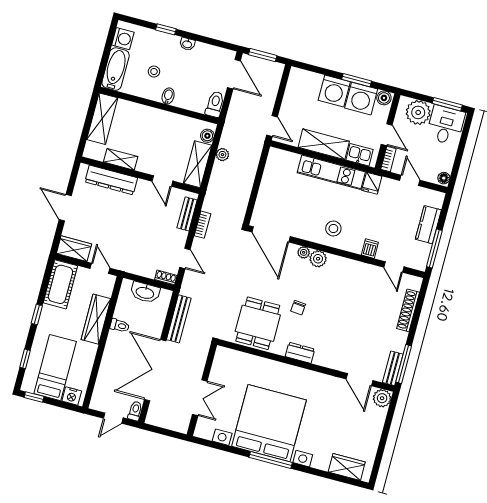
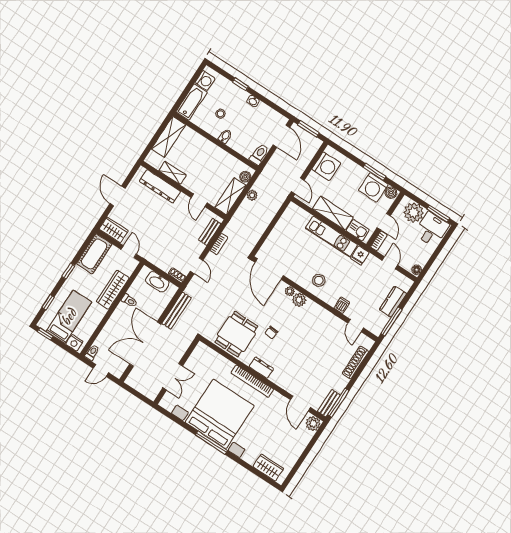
washing machine: (334, 91) -> (326, 166), moved, turned -90
bookcase: (295, 372) -> (252, 381), added
toilet: (135, 411) -> (92, 353), moved

